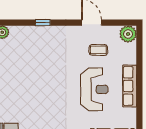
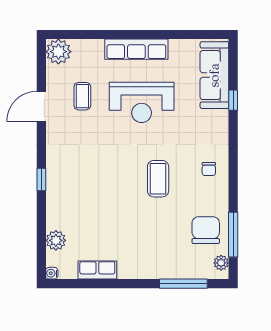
reception desk: (94, 89) -> (142, 102), turned 180
coffee table: (43, 100) -> (158, 179), added

